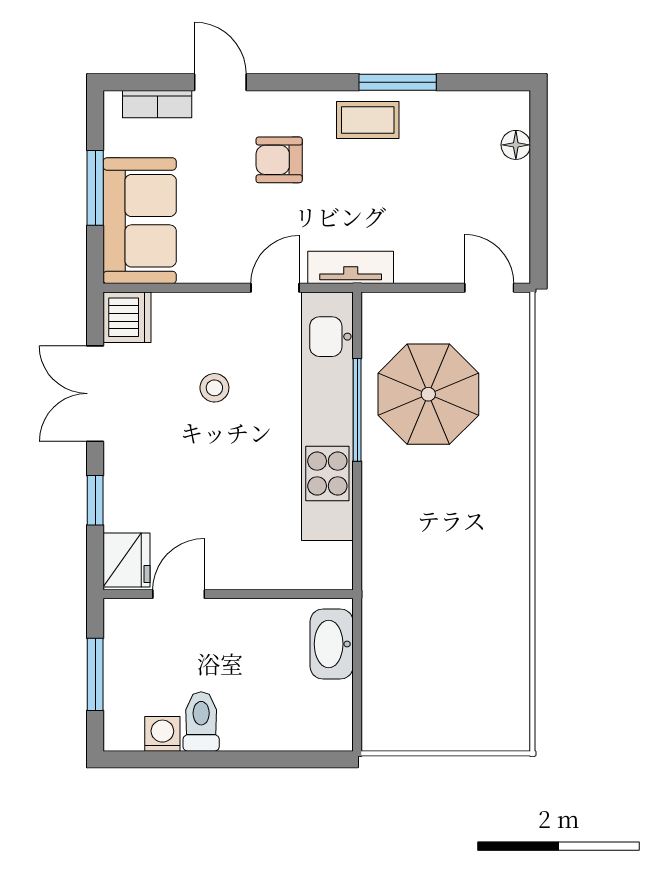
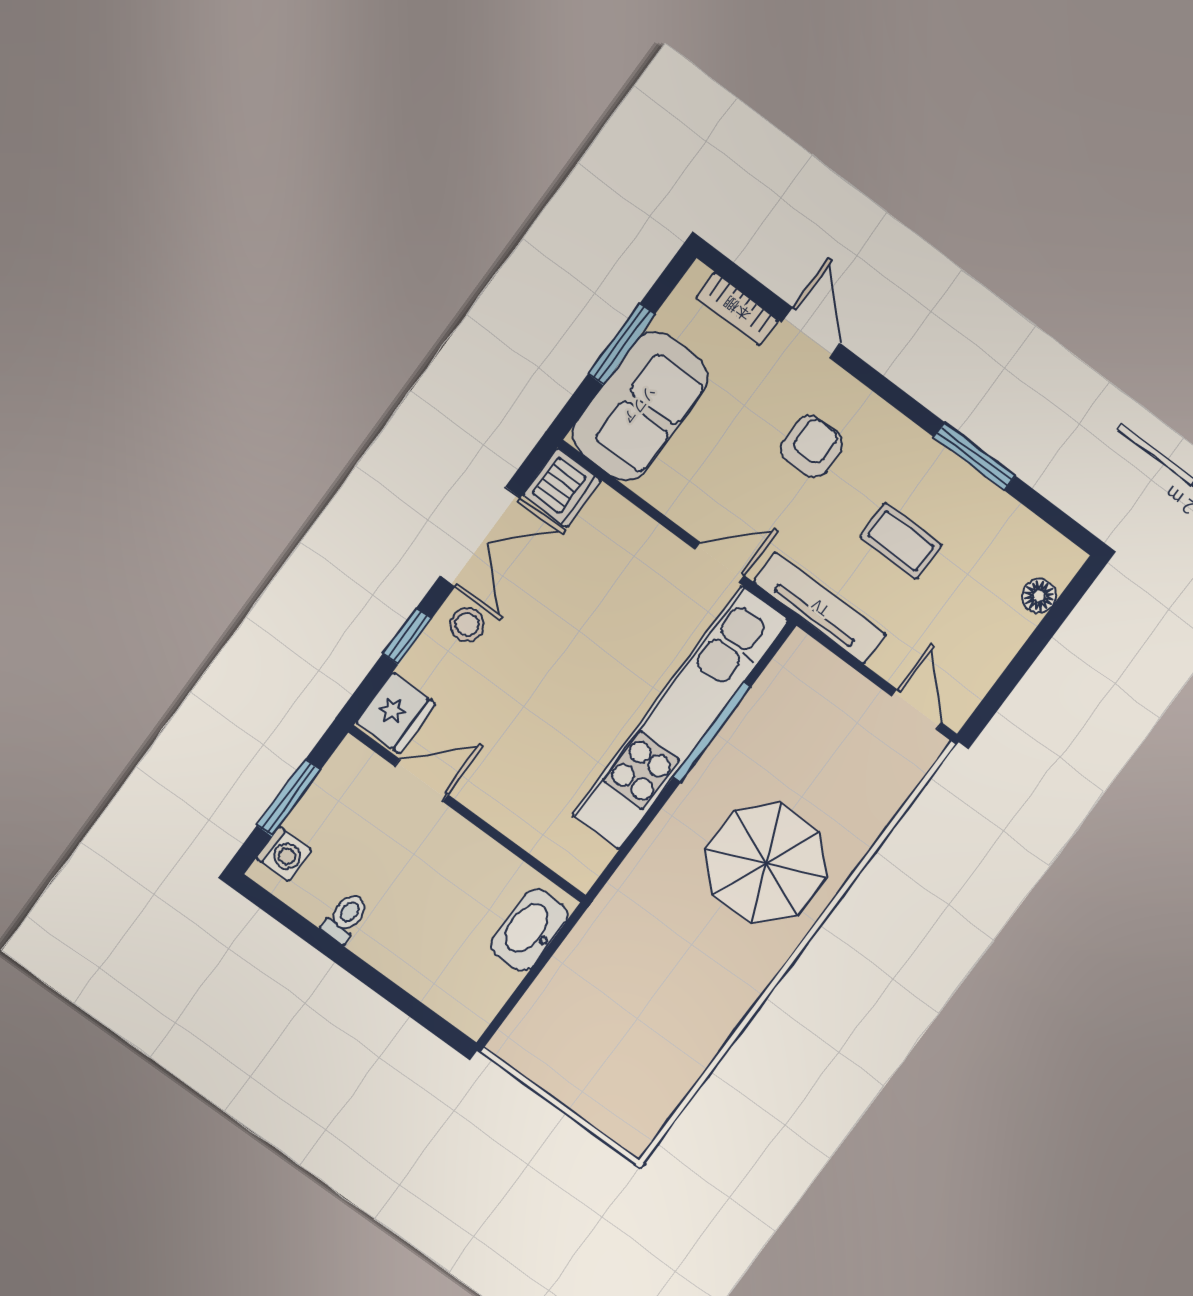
coffee table: (368, 120) -> (901, 541), moved
armchair: (279, 160) -> (812, 446), turned 90
tv unit: (351, 267) -> (820, 608), width x1.41
stool: (214, 388) -> (467, 624), moved
double door: (95, 394) -> (480, 537), swing flipped
parasol: (428, 394) -> (766, 863), moved
toilet: (201, 722) -> (346, 917), width x0.73, depth x0.72
washing machine: (162, 734) -> (284, 854), moved, turned 90

